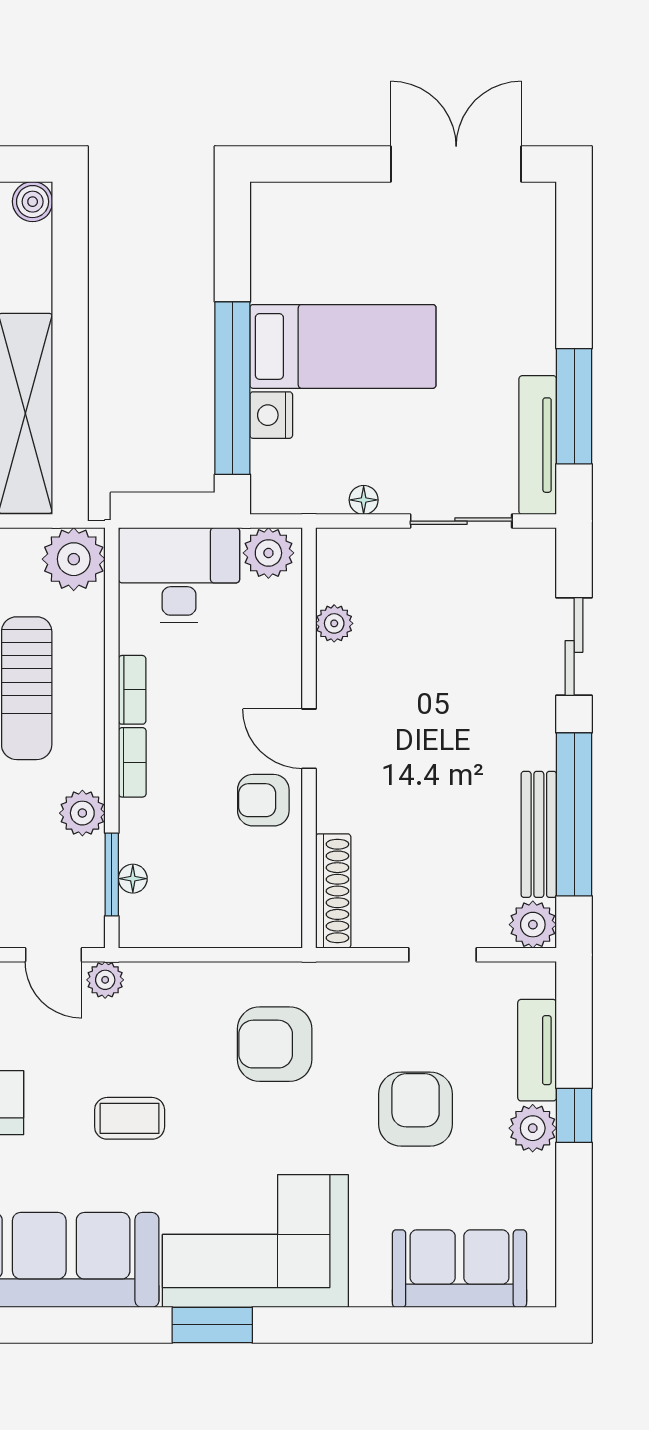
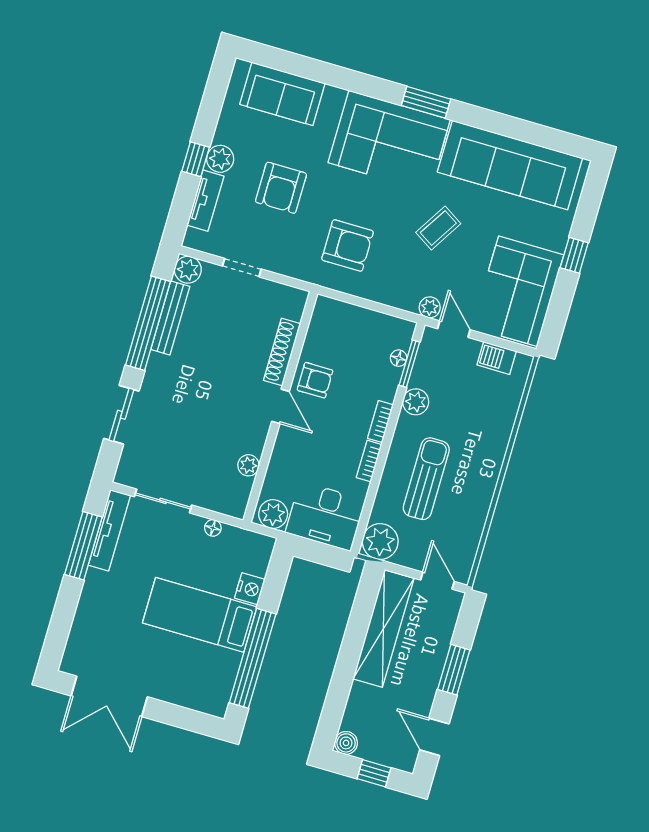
window: (232, 388) -> (253, 658), moved
shoe rack: (333, 891) -> (282, 352), moved
coffee table: (130, 1118) -> (438, 228), turned -58

